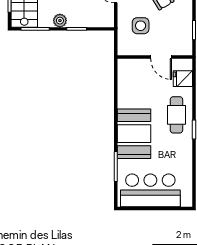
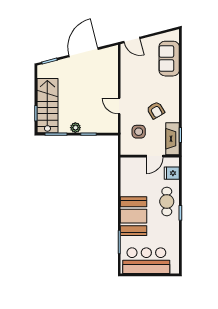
fireplace: (184, 35) -> (173, 139), added
door: (161, 57) -> (155, 156), hinge flipped

